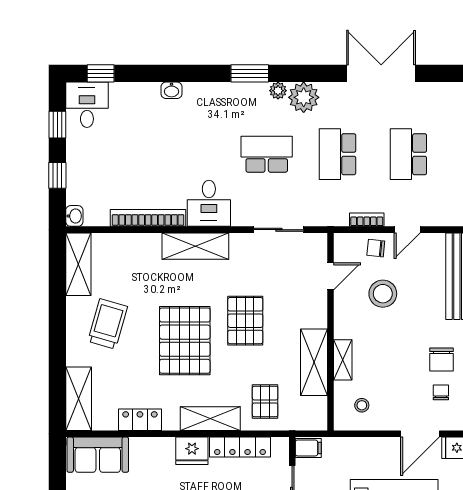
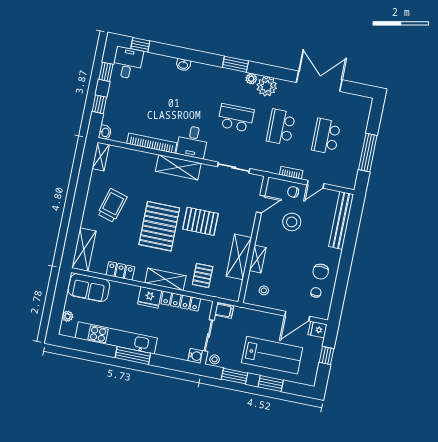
shelving: (78, 264) -> (101, 157), width x0.67, depth x0.75
pallet: (245, 321) -> (200, 221), turned 90

